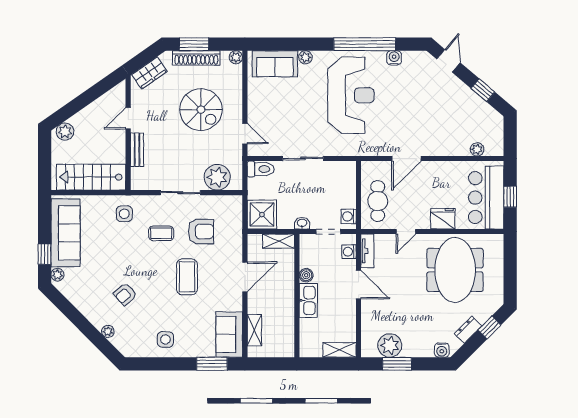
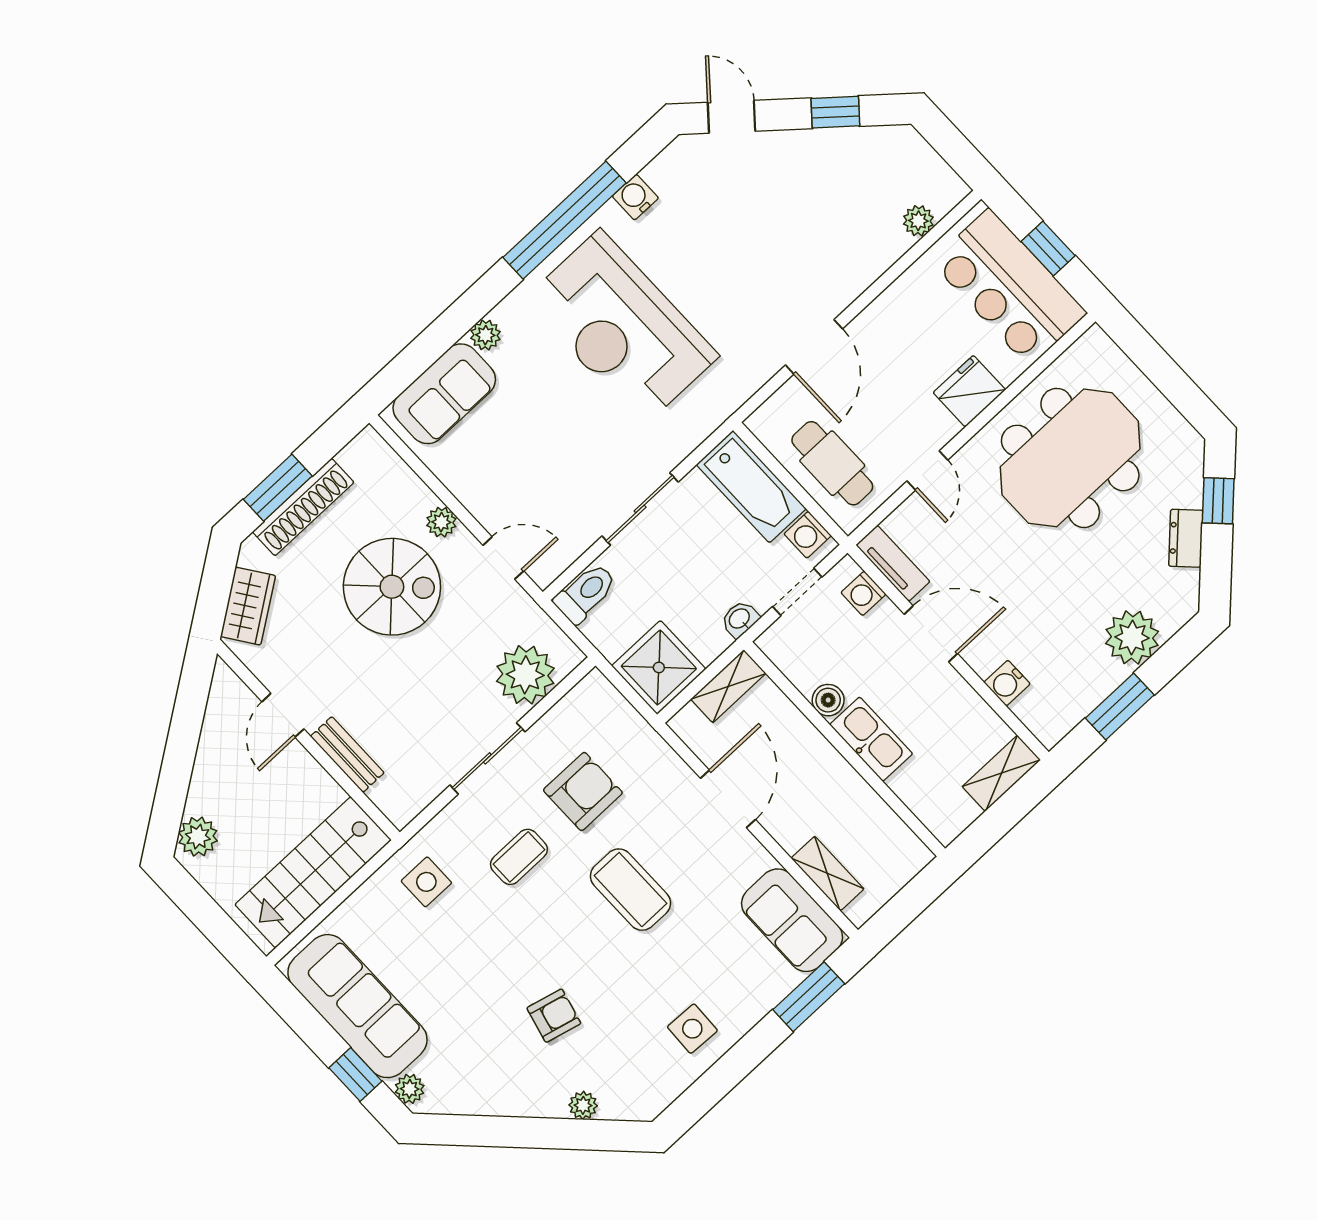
plant: (236, 57) -> (441, 522), moved
reception desk: (351, 95) -> (622, 328), turned 180
bathtub: (345, 184) -> (751, 487), added
meeting table: (455, 270) -> (1070, 458), turned 90
armchair: (125, 294) -> (554, 1016), turned -125
plant: (390, 345) -> (1132, 637), moved
water cooler: (442, 350) -> (1007, 683), moved, turned 90

